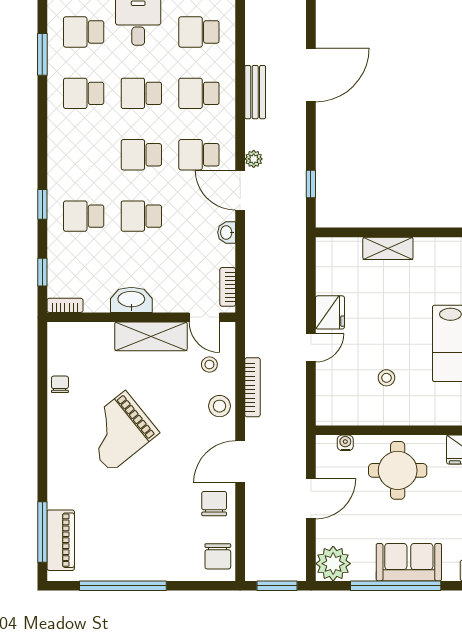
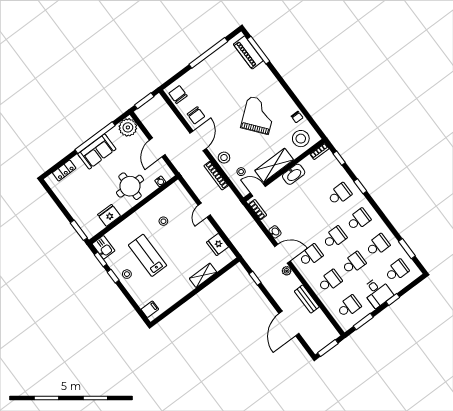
school desk: (141, 216) -> (359, 220), moved
fridge: (330, 312) -> (218, 245), moved
stool: (79, 347) -> (301, 139), added

